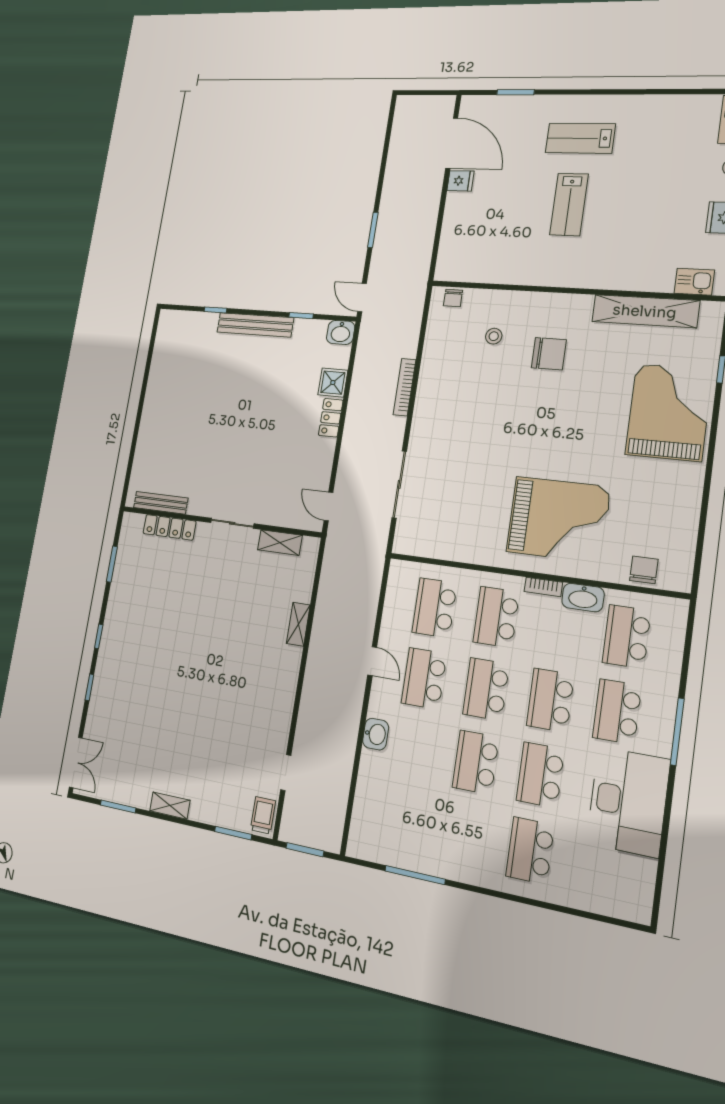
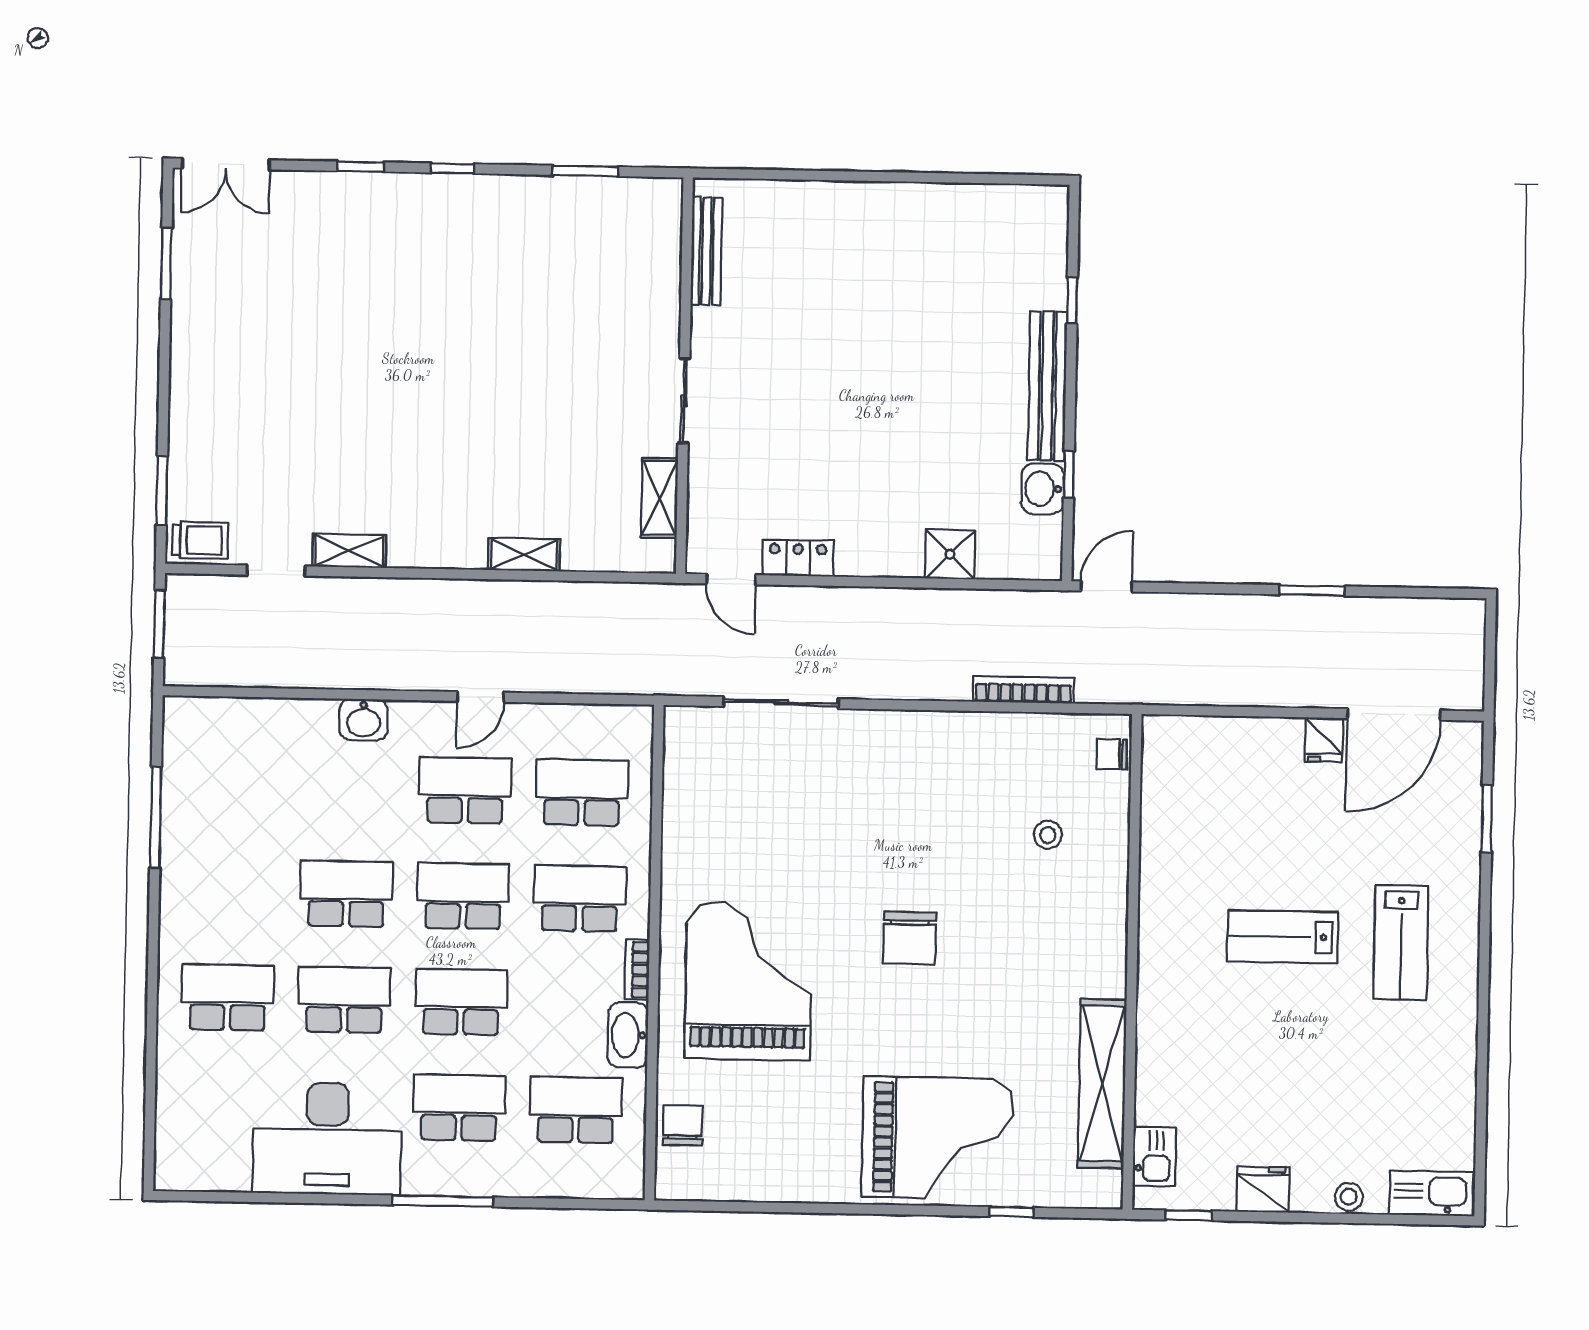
lab bench: (580, 138) -> (1401, 943), turned 180
window: (373, 230) -> (1312, 590), moved
washbasin: (341, 332) -> (1043, 489), moved
chair: (549, 354) -> (910, 938), moved
bookcase: (405, 387) -> (1024, 690), moved
locker: (331, 418) -> (798, 558), moved
door: (328, 507) -> (731, 579), swing flipped
grand piano: (558, 519) -> (748, 981), turned 180
locker: (169, 527) -> (664, 277), removed
chair: (644, 570) -> (683, 1125), turned -90
shelving: (170, 806) -> (349, 551), moved, turned 90

